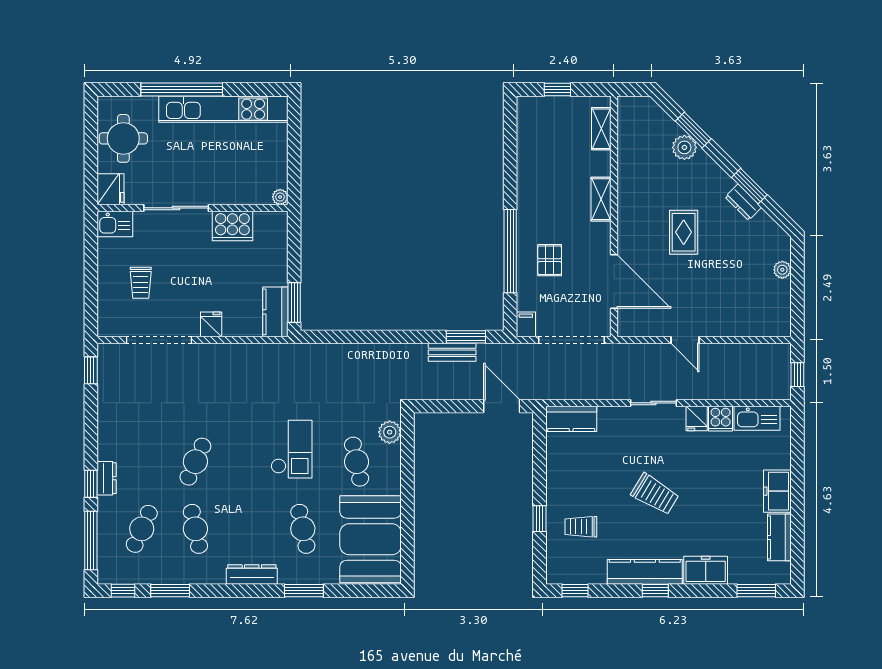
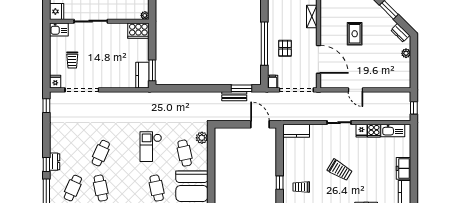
dresser: (743, 202) -> (400, 33), moved
cooker: (232, 226) -> (138, 31), moved
fridge: (211, 324) -> (55, 82), moved
checkout: (292, 449) -> (151, 147), turned 180

